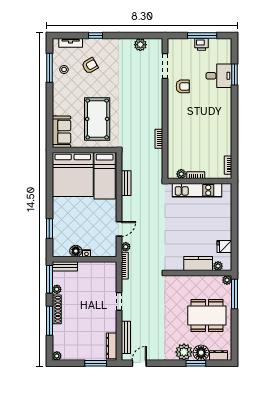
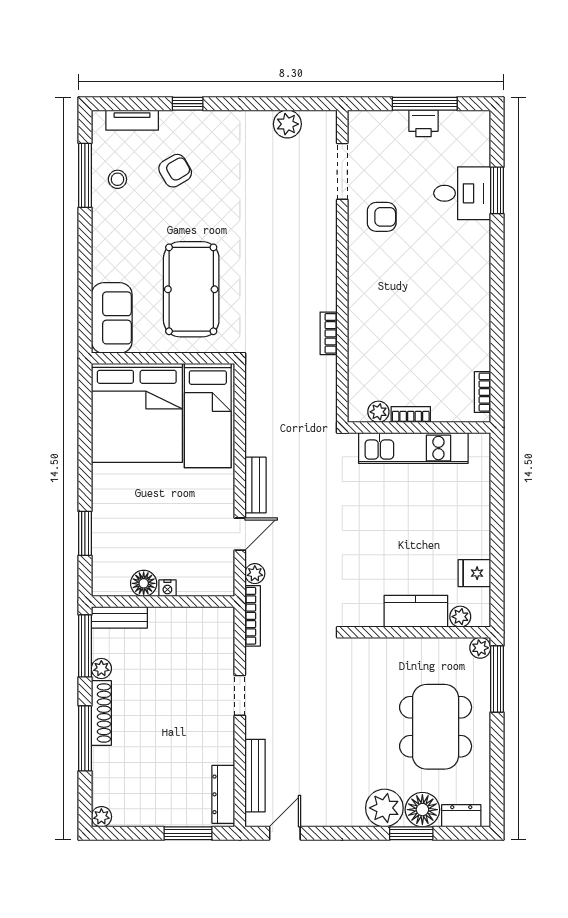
bench: (126, 183) -> (255, 485), moved
dining table: (207, 315) -> (436, 727), turned 90

